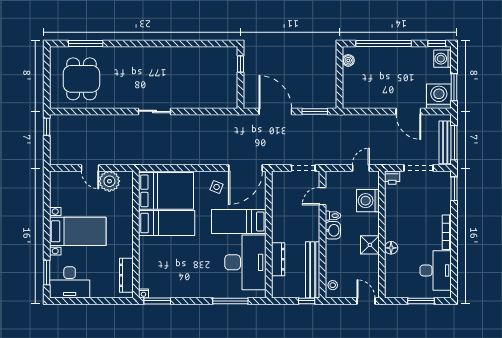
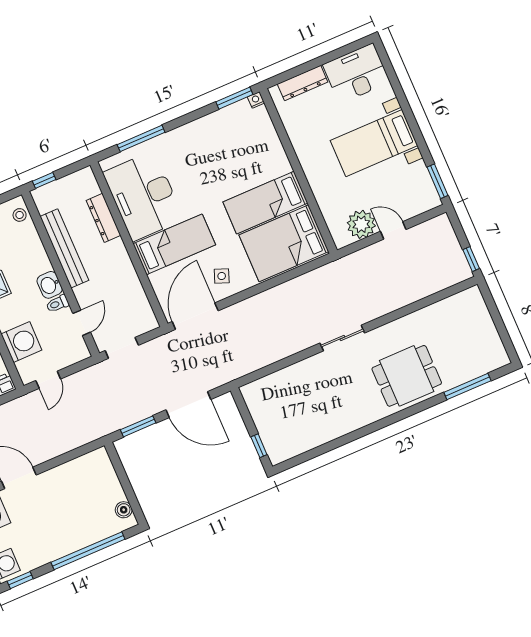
dining table: (81, 79) -> (407, 376), moved, turned 90
bench: (313, 270) -> (64, 248), moved
window: (47, 273) -> (437, 181), moved
dresser: (126, 275) -> (303, 83), moved, turned 90

